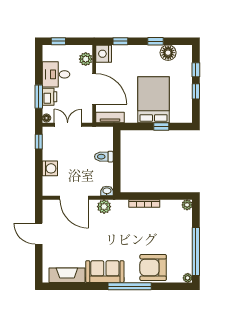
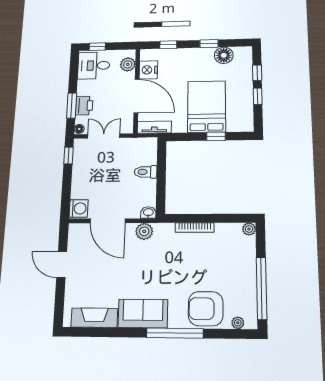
nightstand: (104, 54) -> (148, 70), moved
desk: (56, 74) -> (94, 66), moved
washing machine: (50, 168) -> (79, 208), moved
plant: (188, 278) -> (238, 323), moved

